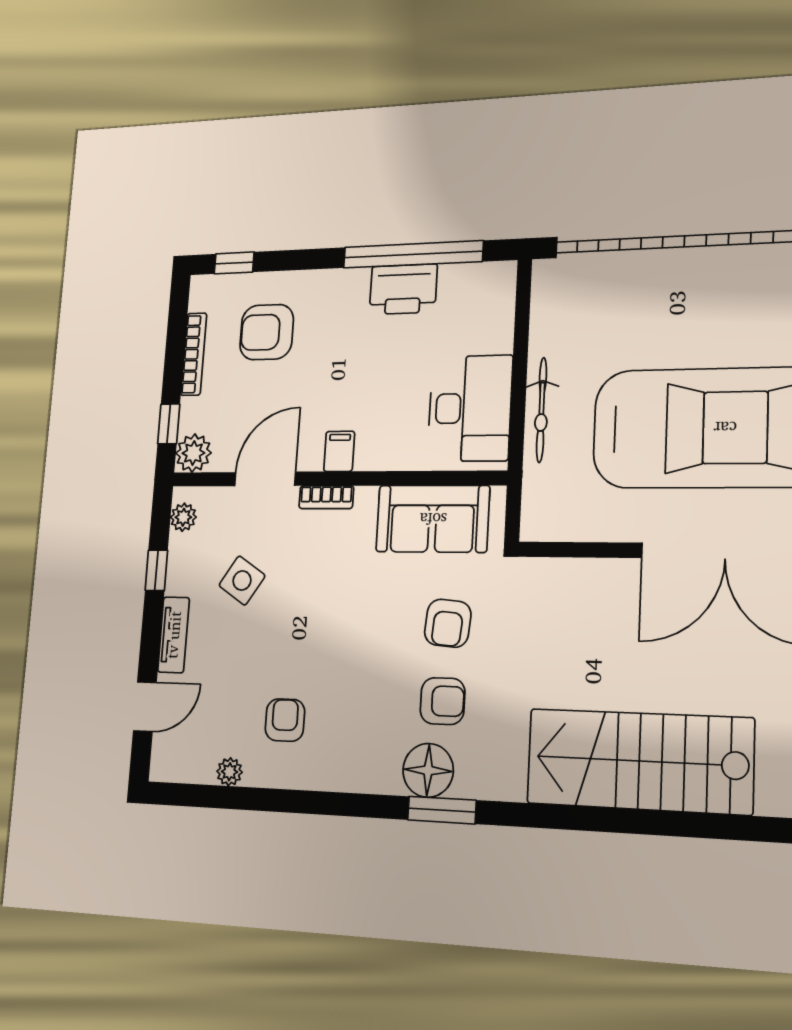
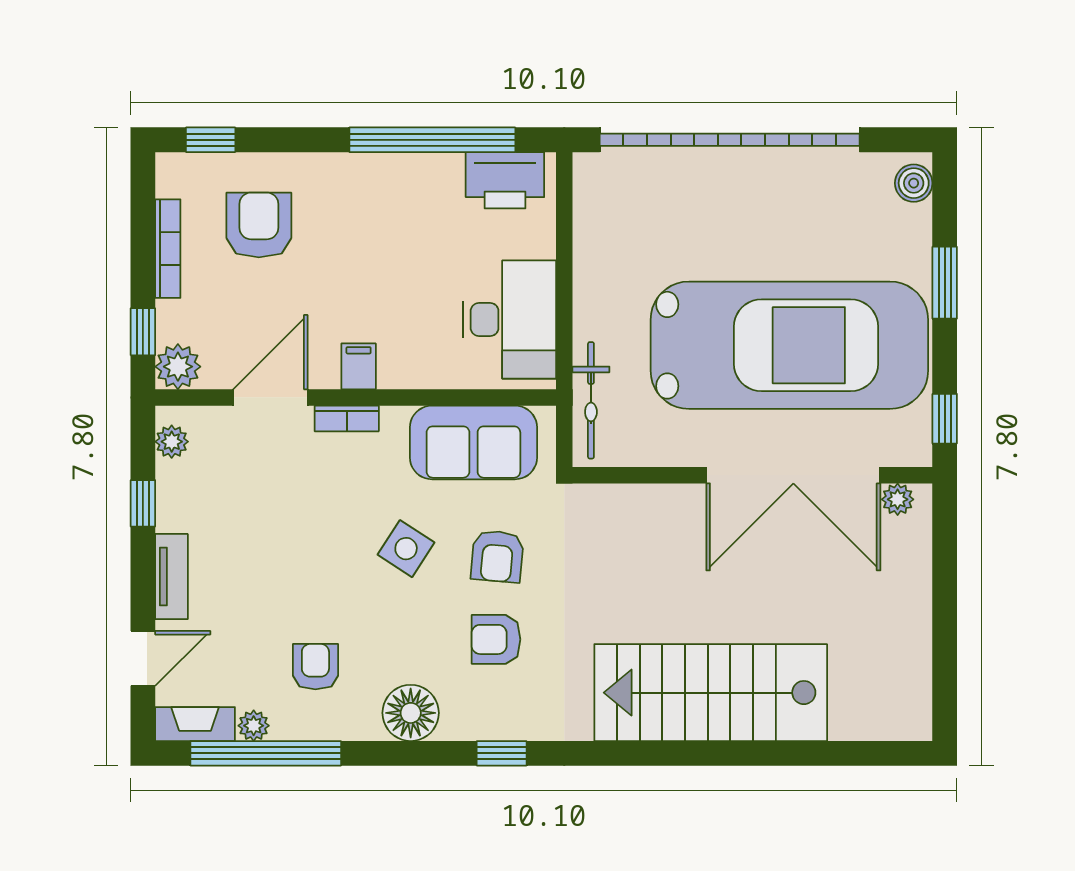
printer: (403, 289) -> (505, 180), moved
armchair: (267, 332) -> (259, 225), turned 90
bicycle: (541, 410) -> (591, 400), moved
side table: (242, 581) -> (406, 549), moved
armchair: (443, 701) -> (496, 639), turned 180
fireplace: (182, 768) -> (195, 724), added
floor lamp: (428, 770) -> (411, 713), moved
window: (238, 798) -> (266, 753), added
window: (442, 810) -> (502, 753), width x0.67

